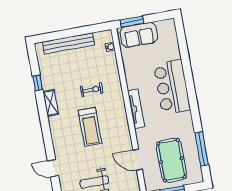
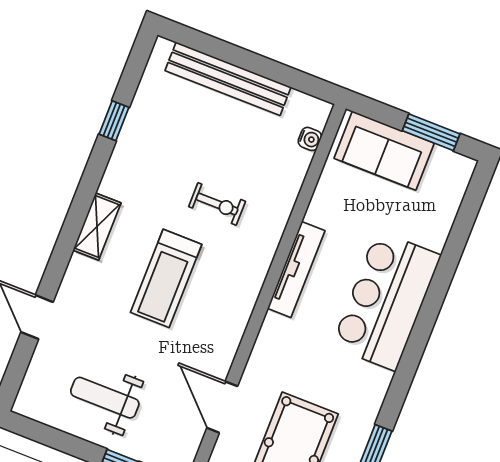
window: (132, 22) -> (431, 132), moved
shelving: (51, 103) -> (97, 226), moved
tv unit: (136, 109) -> (296, 270), moved

